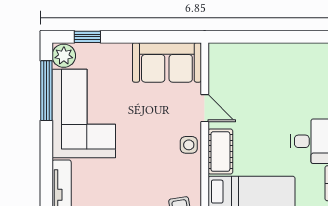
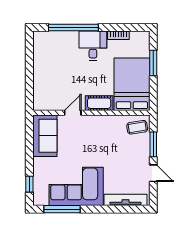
plant: (64, 56) -> (41, 199), removed
side table: (189, 145) -> (95, 122), removed

